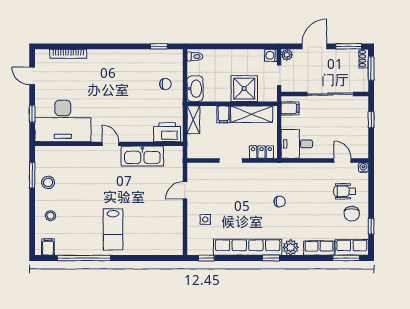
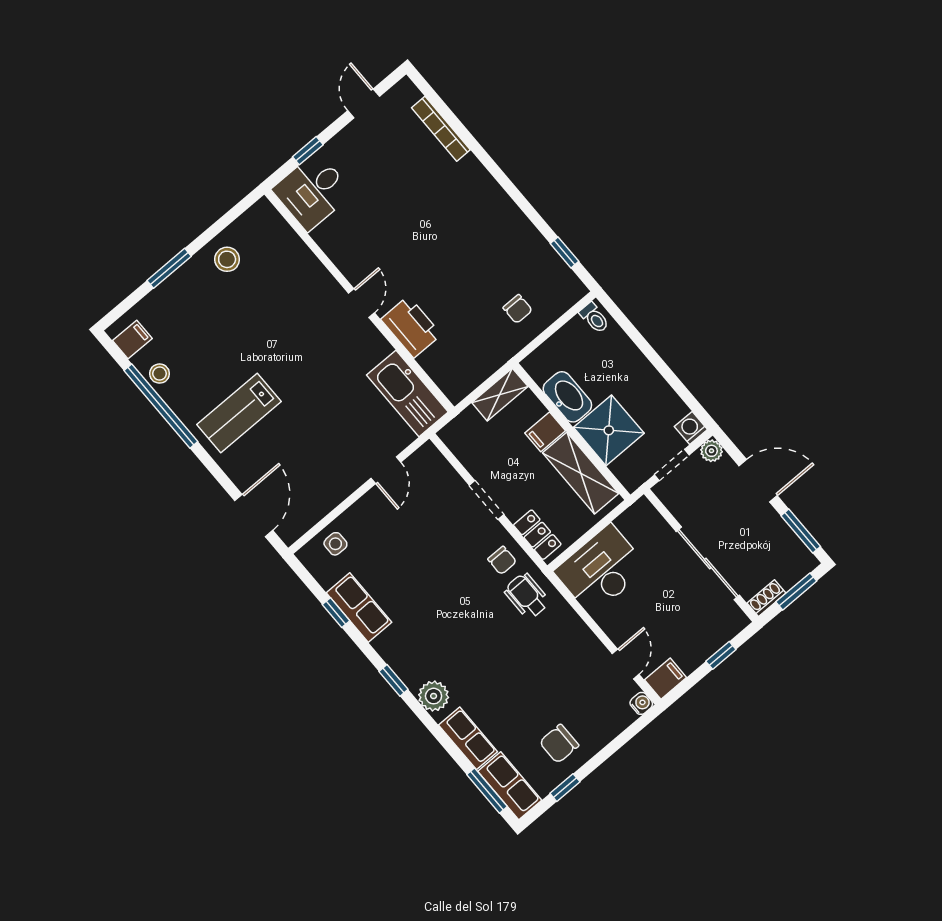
shoe rack: (364, 59) -> (766, 598), moved
washbasin: (195, 89) -> (567, 397), moved, turned -90
filing cabinet: (290, 108) -> (666, 679), moved, turned -90
desk: (63, 121) -> (312, 191), width x0.53, depth x0.77
printer: (167, 132) -> (411, 327), moved
desk: (297, 144) -> (601, 570), width x1.37
kitchen sink: (142, 156) -> (407, 394), moved
window: (32, 175) -> (169, 268), moved
door: (185, 190) -> (386, 470), swing flipped
wheelchair: (345, 191) -> (527, 596), moved
chair: (280, 202) -> (502, 560), moved
stool: (51, 216) -> (160, 374), moved
side table: (205, 219) -> (335, 544), moved
row of seats: (248, 247) -> (359, 607), width x0.50
door: (159, 258) -> (254, 516), added
window: (206, 258) -> (336, 613), moved

